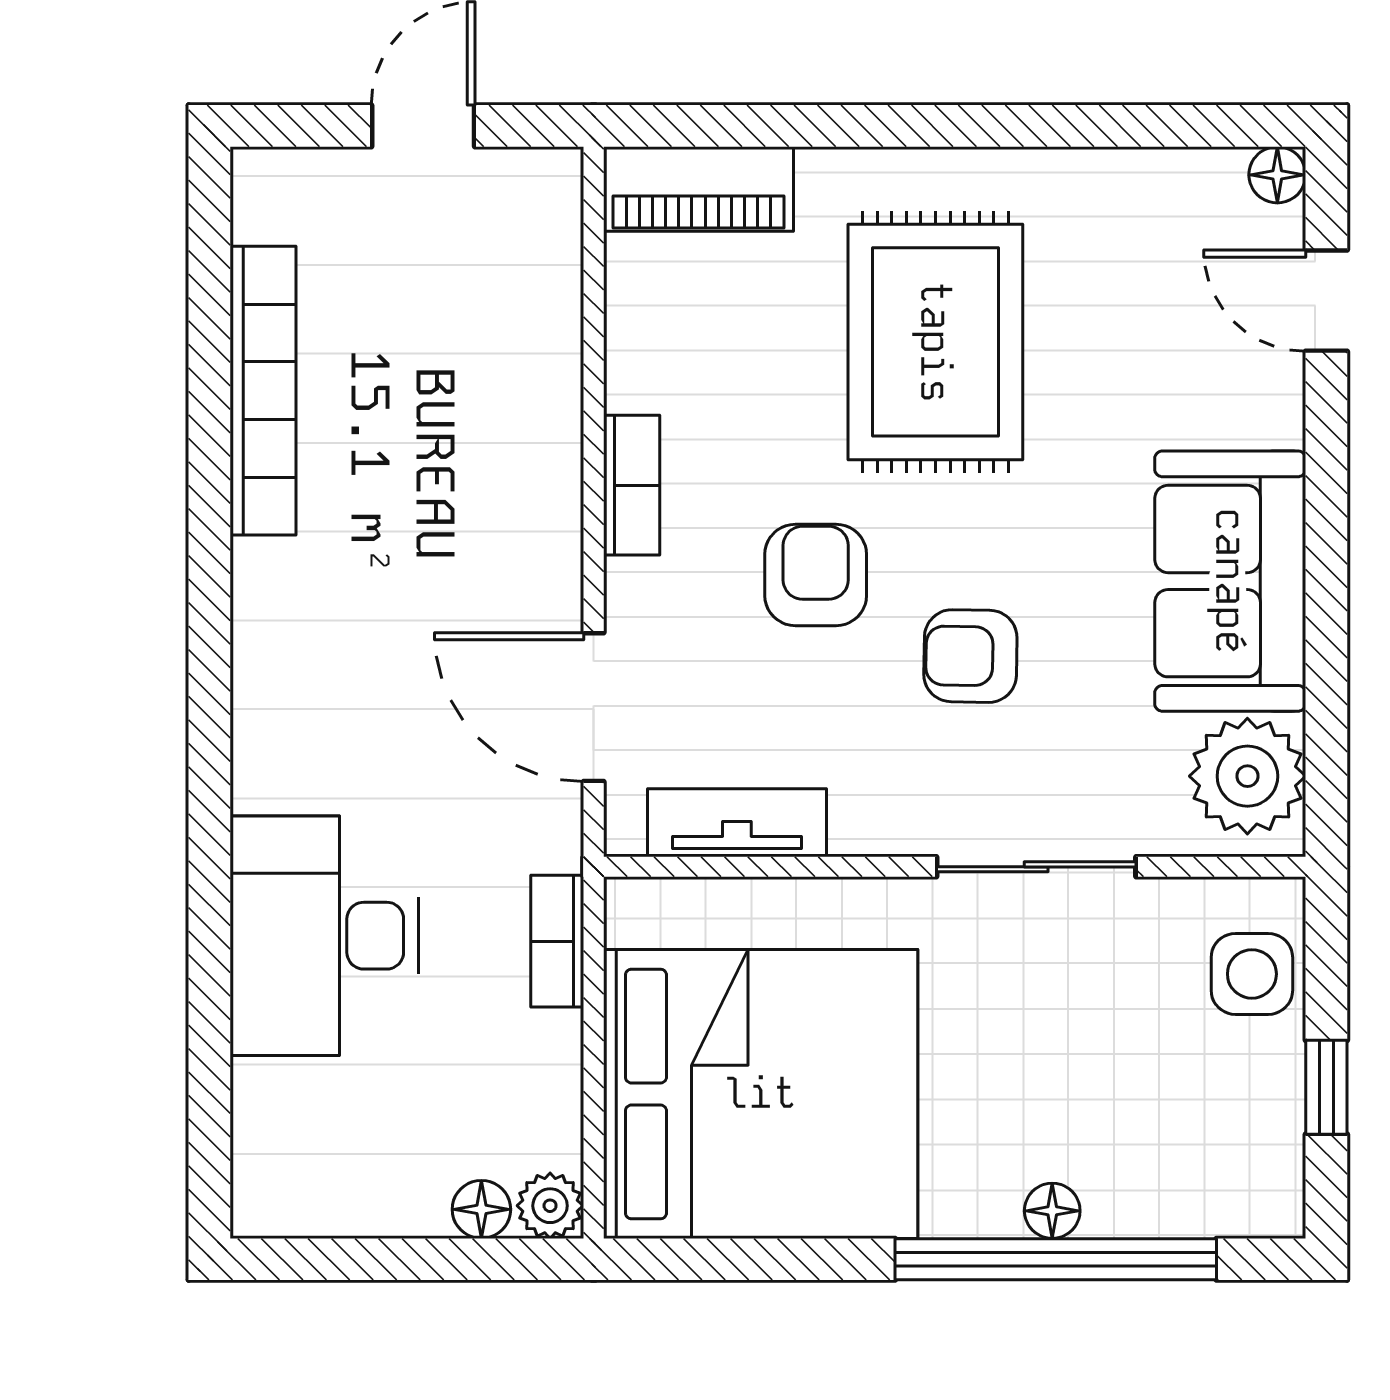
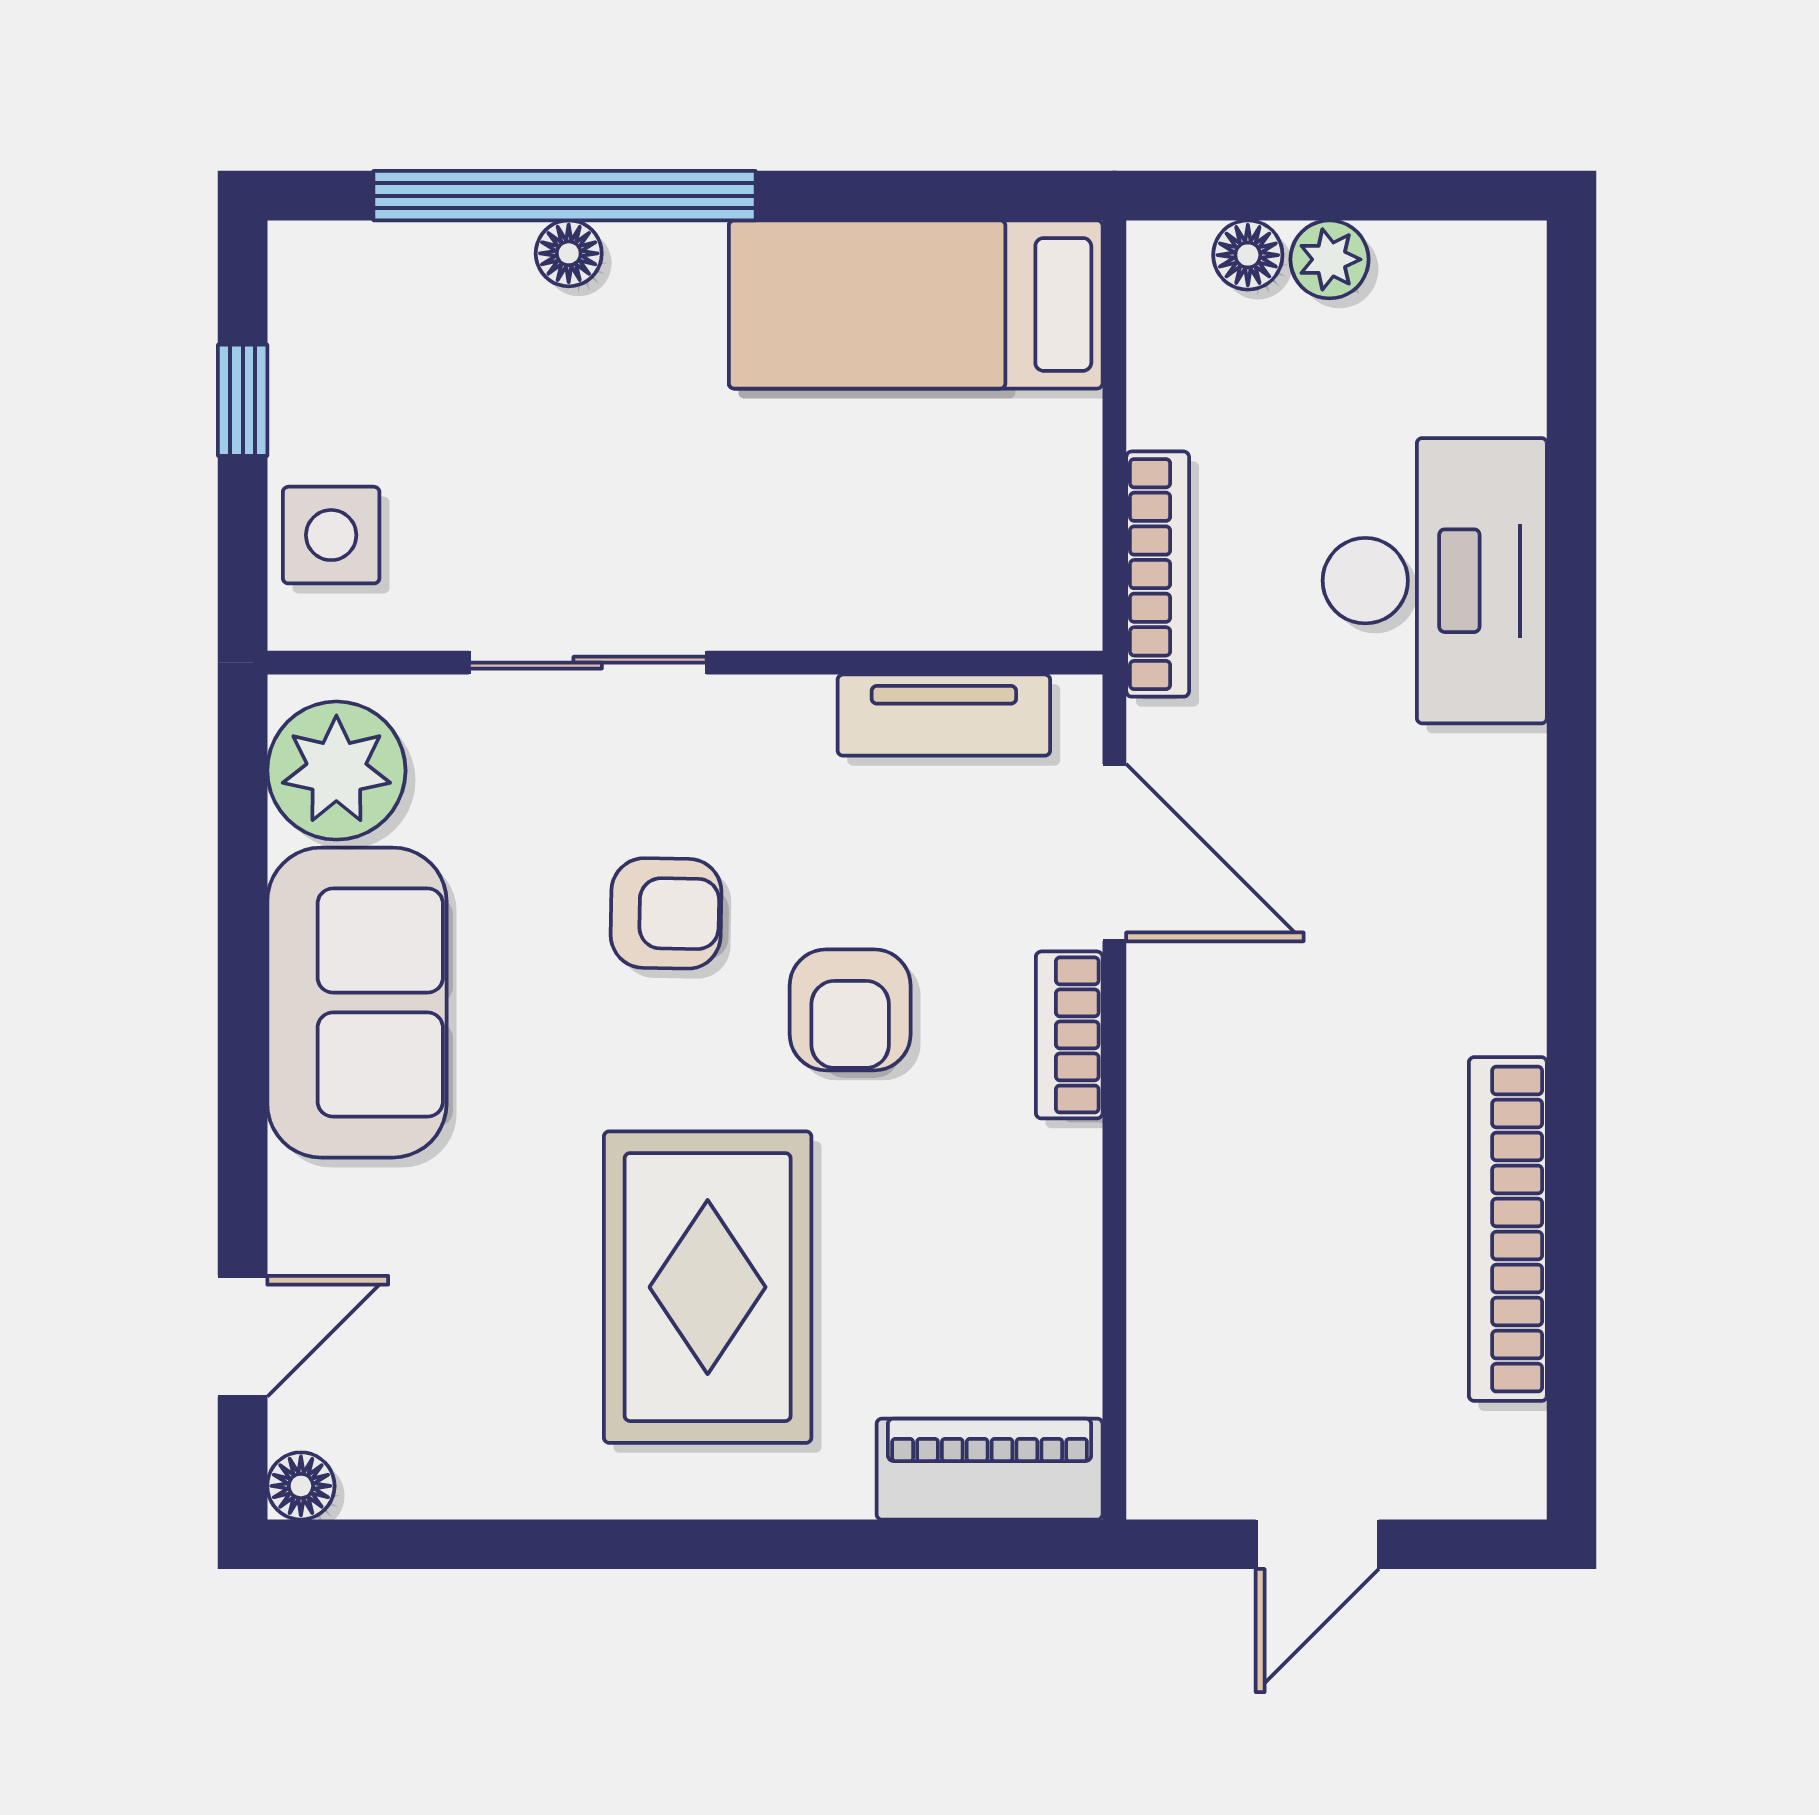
door: (1326, 301) -> (243, 1336), hinge flipped
bookcase: (632, 485) -> (1069, 1035), moved
bookcase: (557, 941) -> (1158, 574), width x1.56
bed: (761, 1094) -> (916, 304), width x0.49
plant: (550, 1206) -> (1329, 259), moved

